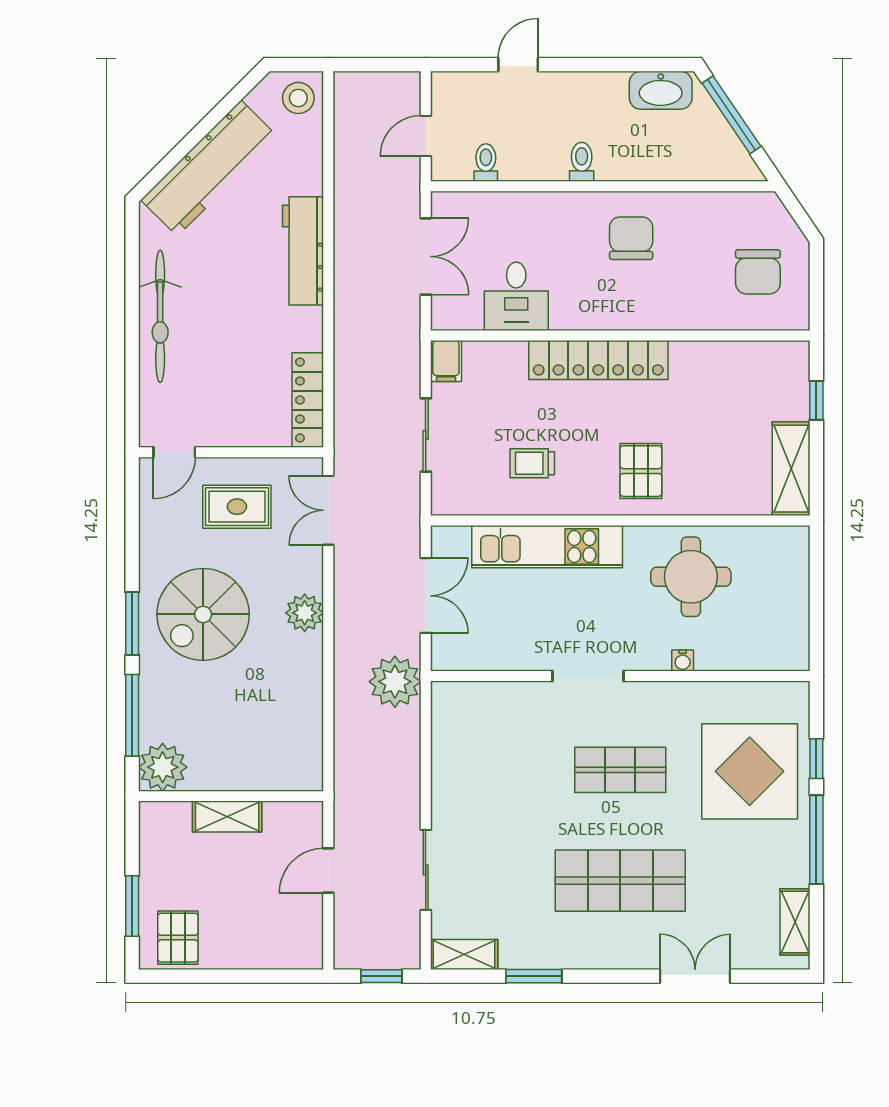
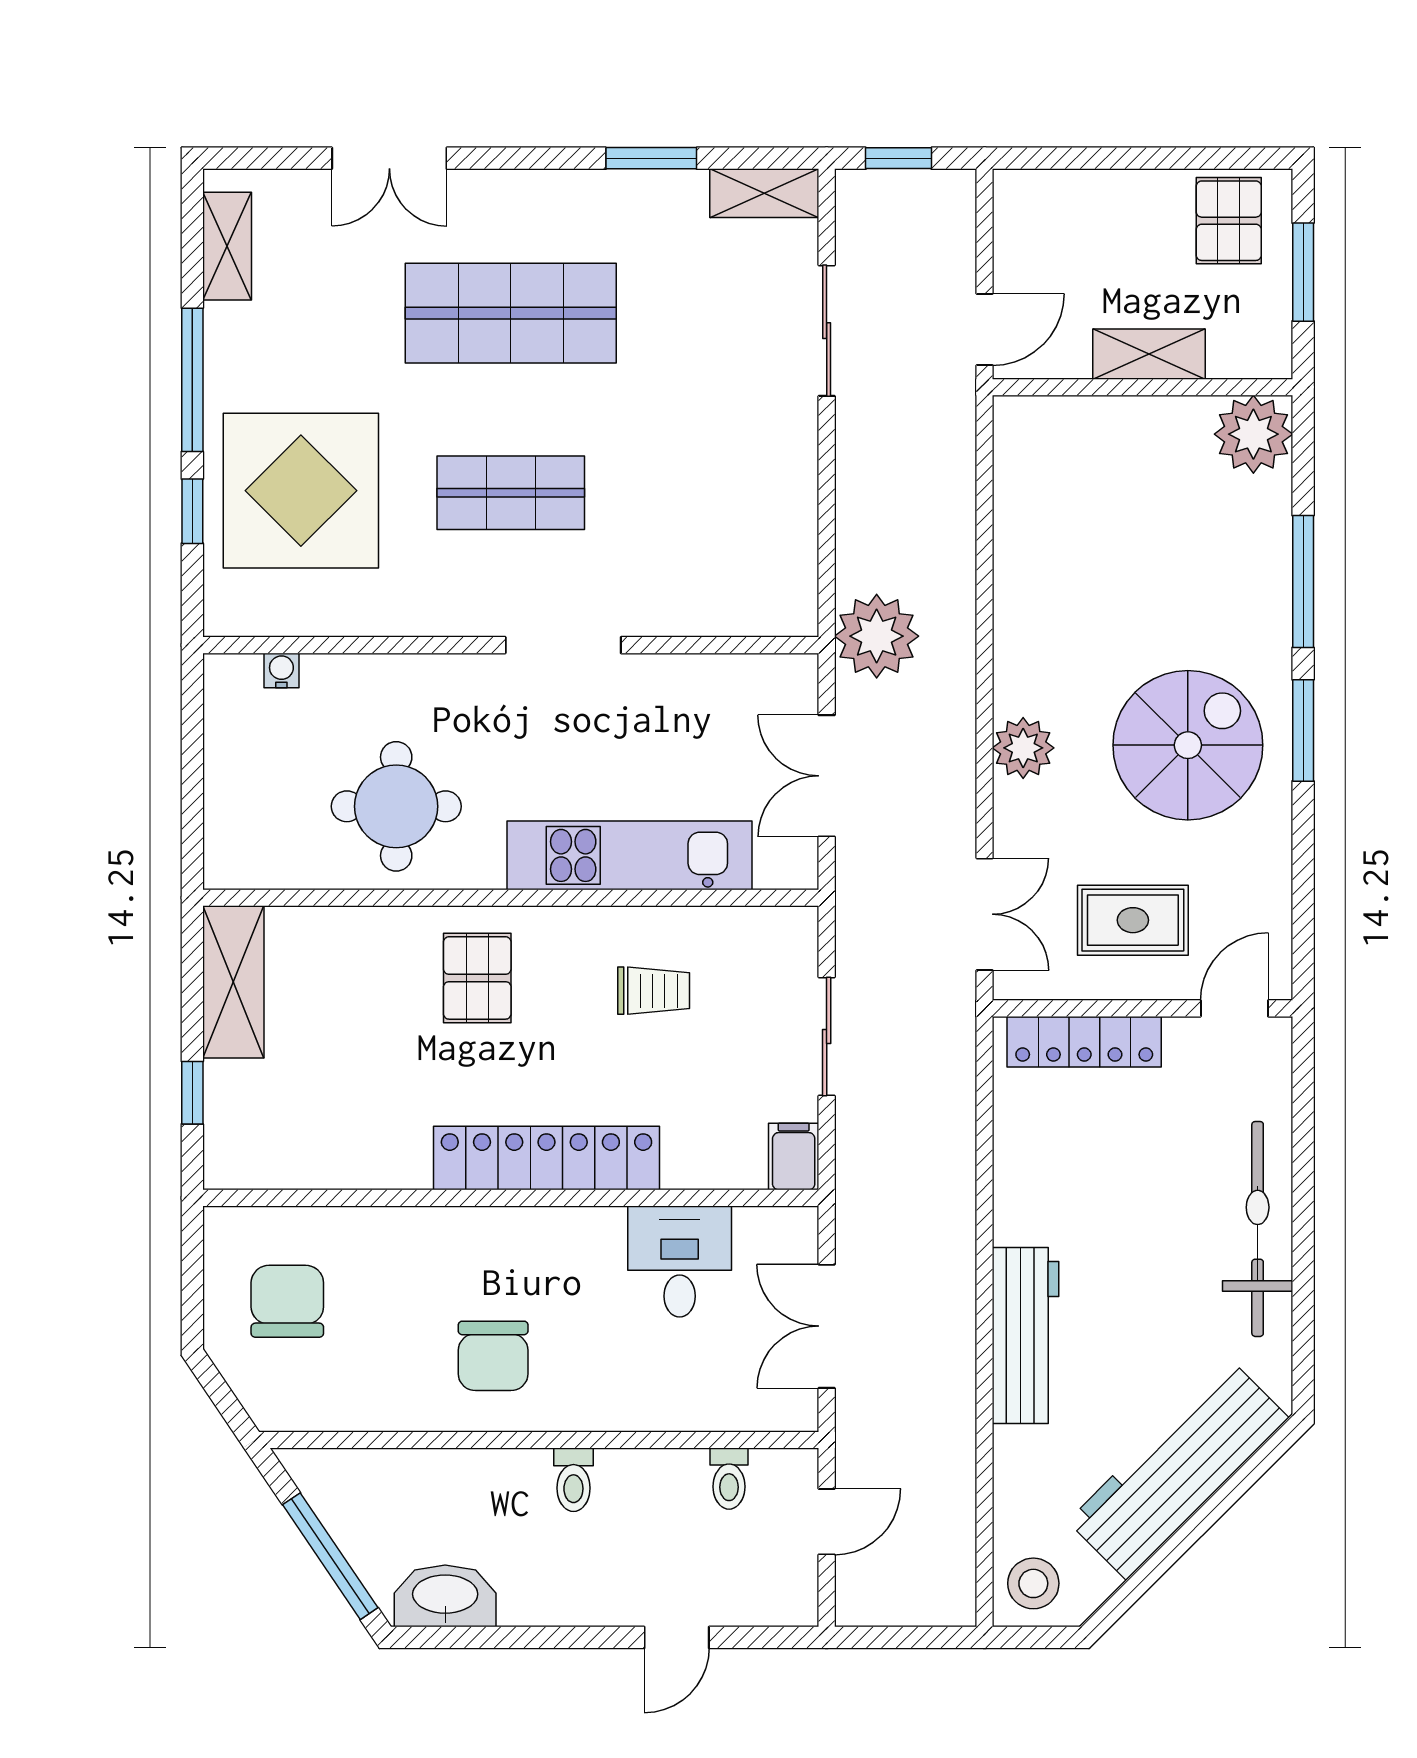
locker: (308, 400) -> (1084, 1042), moved, turned 90
water cooler: (683, 661) -> (281, 670), moved
plant: (163, 767) -> (1253, 434), moved
wall: (231, 796) -> (1143, 387), moved
shelving: (227, 817) -> (1149, 354), moved

